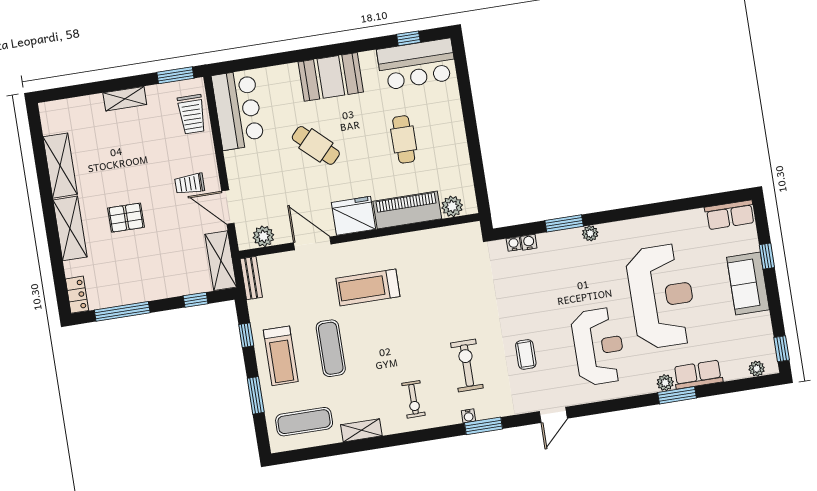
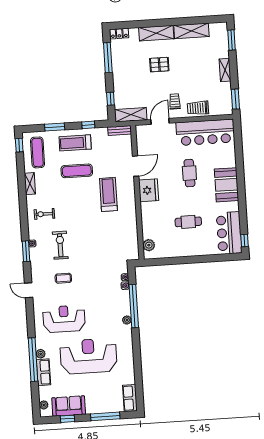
window: (408, 38) -> (245, 241), moved
window: (70, 92) -> (232, 40), added
bar counter: (238, 110) -> (205, 132), width x1.36
trolley: (192, 114) -> (198, 108), moved
cafe table: (316, 145) -> (189, 173), turned -43
piano: (407, 210) -> (149, 220), removed
pallet: (126, 218) -> (159, 65), turned 90
window: (564, 223) -> (134, 306), width x2.11
plant: (263, 236) -> (142, 139), removed
window: (767, 256) -> (105, 416), width x2.17
sofa: (748, 283) -> (69, 406), moved
reception desk: (662, 296) -> (88, 356), turned 180
reception desk: (599, 346) -> (64, 319), turned 180
window: (782, 349) -> (68, 419), moved
exercise bike: (467, 366) -> (60, 245), turned -90
window: (677, 395) -> (33, 360), width x2.11
window: (294, 456) -> (19, 145), added

